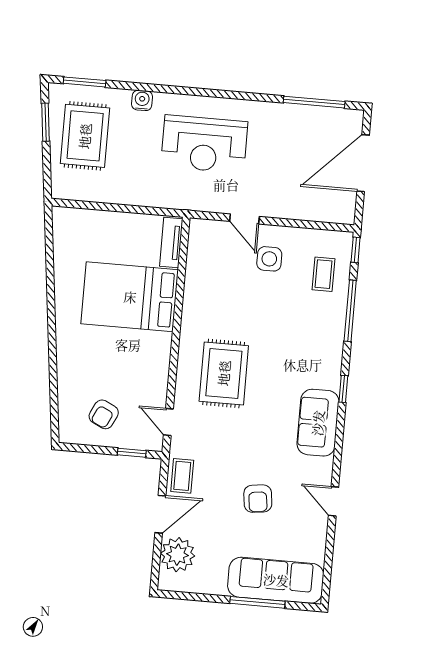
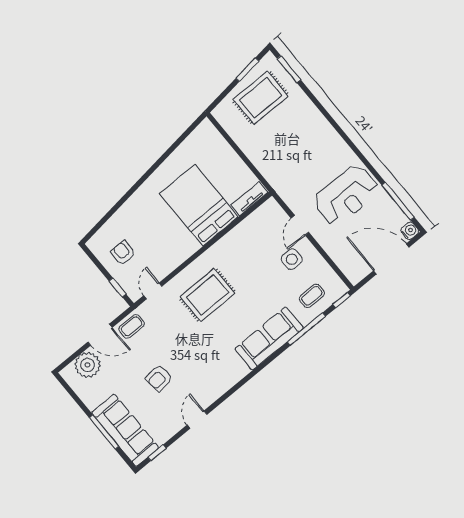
water cooler: (142, 100) -> (410, 231), moved
reception desk: (204, 144) -> (346, 195), moved, turned -90
window: (343, 389) -> (157, 453), moved
armchair: (104, 414) -> (123, 253), turned 64
sofa: (318, 423) -> (269, 338), moved, width x1.36

